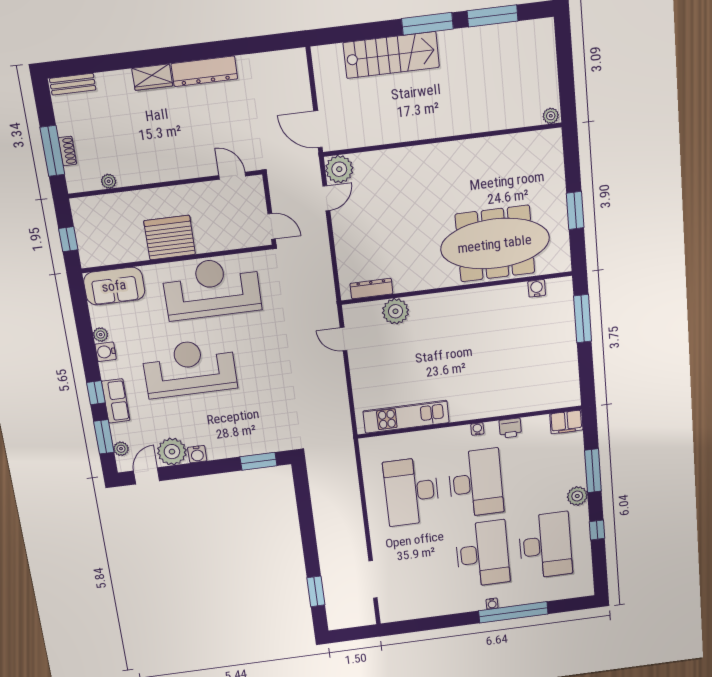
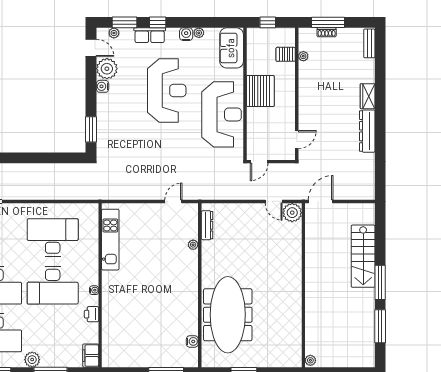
server rack: (110, 207) -> (286, 54), added
plant: (395, 311) -> (193, 245), width x0.53, depth x0.53

